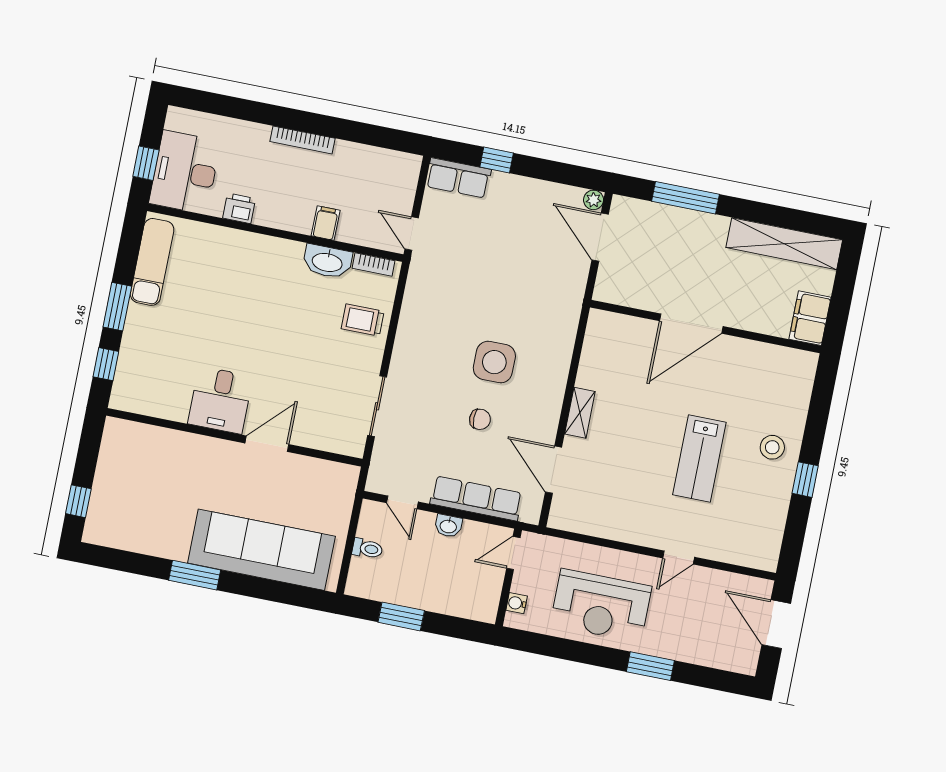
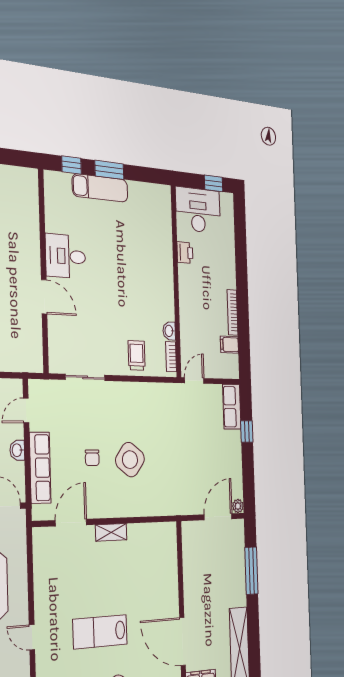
bookcase: (303, 140) -> (233, 312), moved
window: (146, 163) -> (213, 183), moved
filing cabinet: (326, 223) -> (229, 345), moved, turned 180
exam couch: (152, 262) -> (100, 188), moved
washbasin: (327, 262) -> (169, 331), width x0.52, depth x0.69
door: (691, 324) -> (182, 641), moved
side table: (494, 362) -> (130, 460), turned 37

